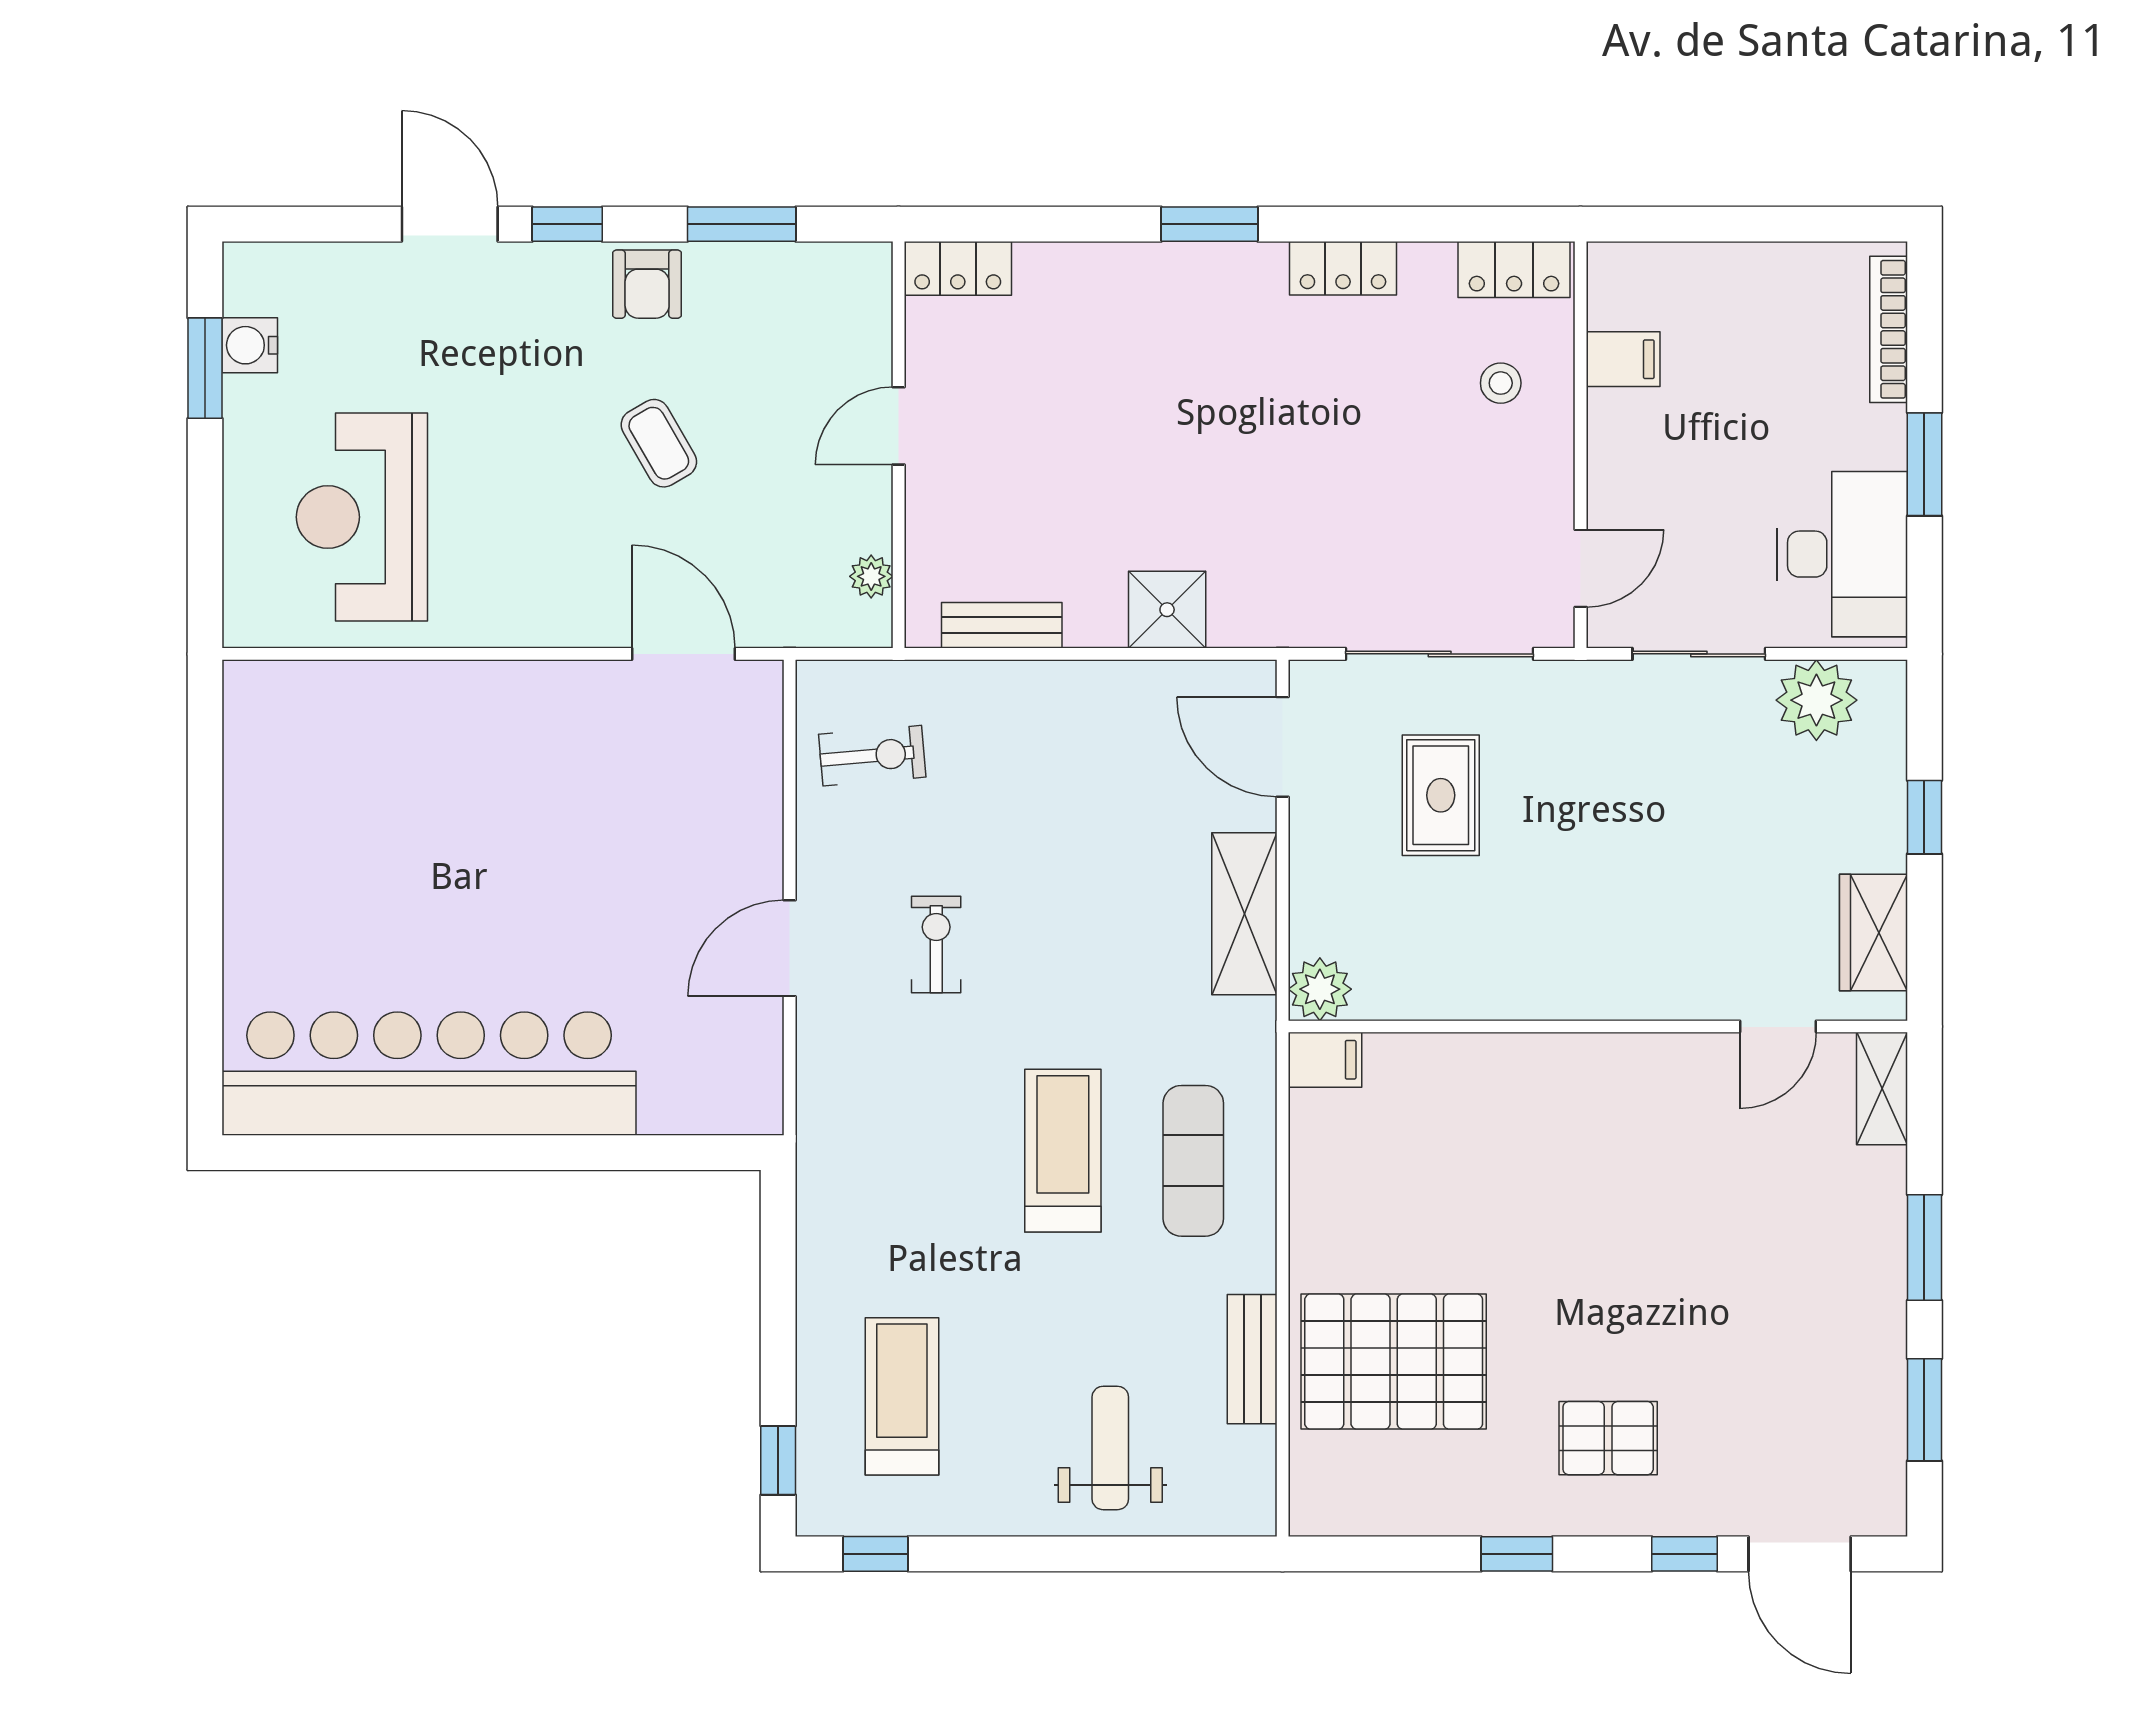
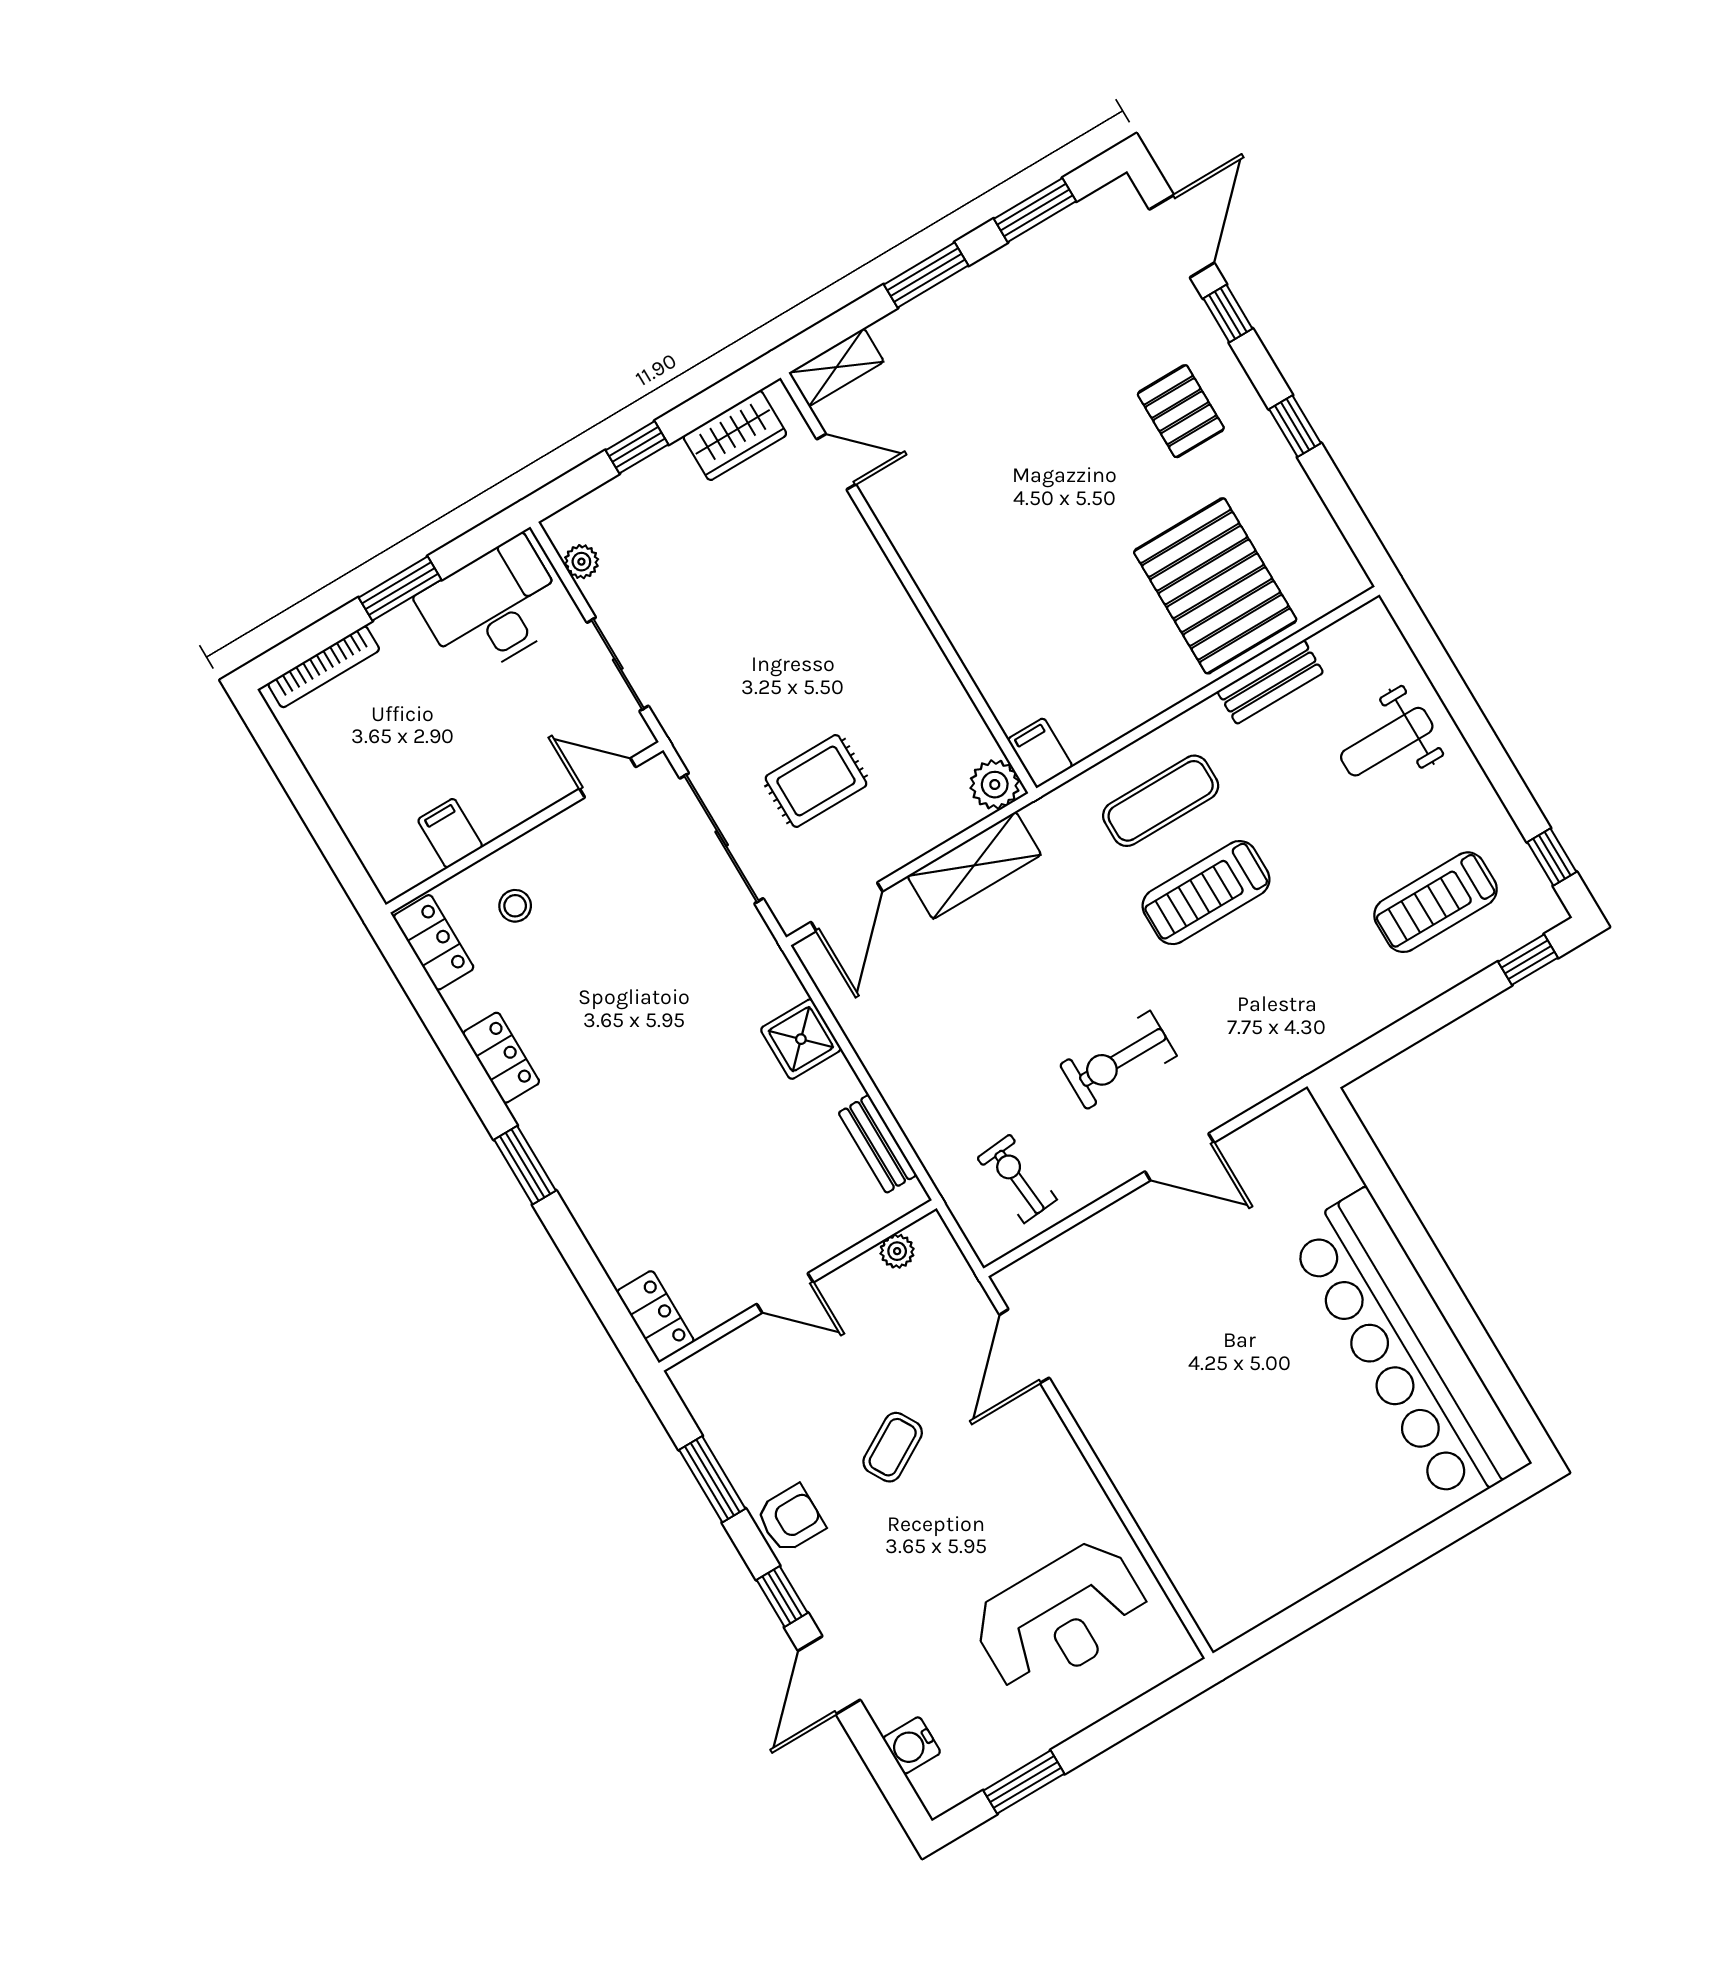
water cooler: (250, 345) -> (912, 1745), moved, turned 90
plant: (1816, 700) -> (581, 562), width x0.53, depth x0.53
exercise bike: (936, 944) -> (1118, 1060), width x1.38, depth x1.39

